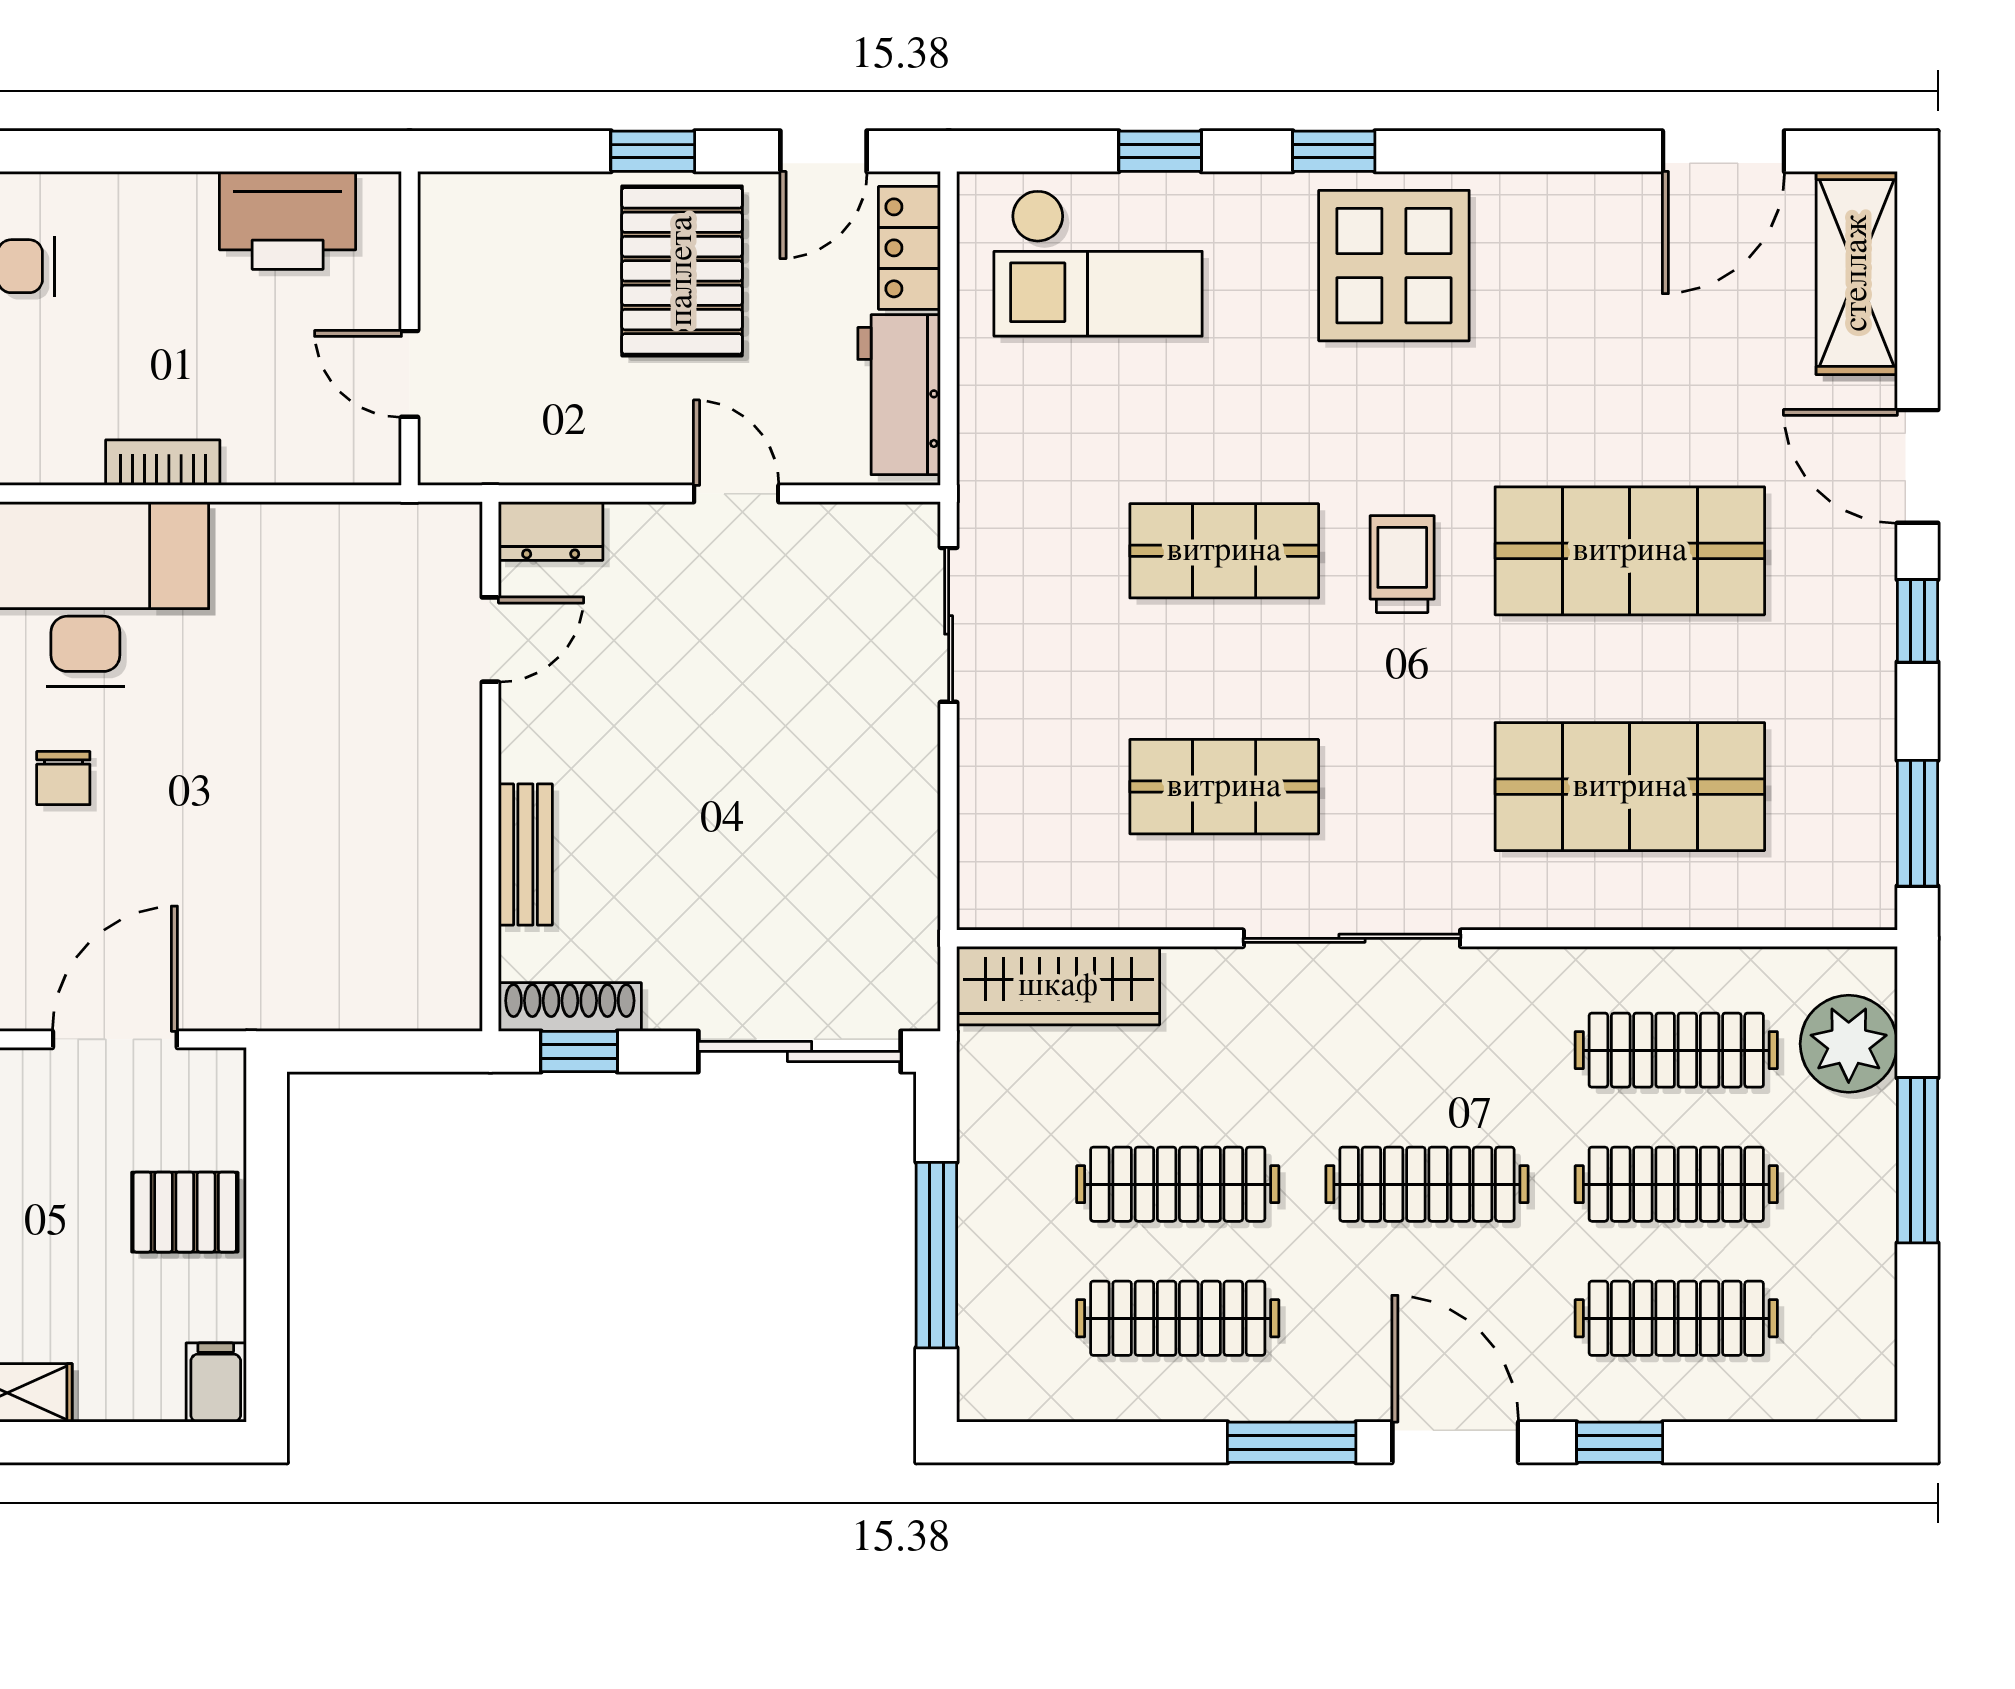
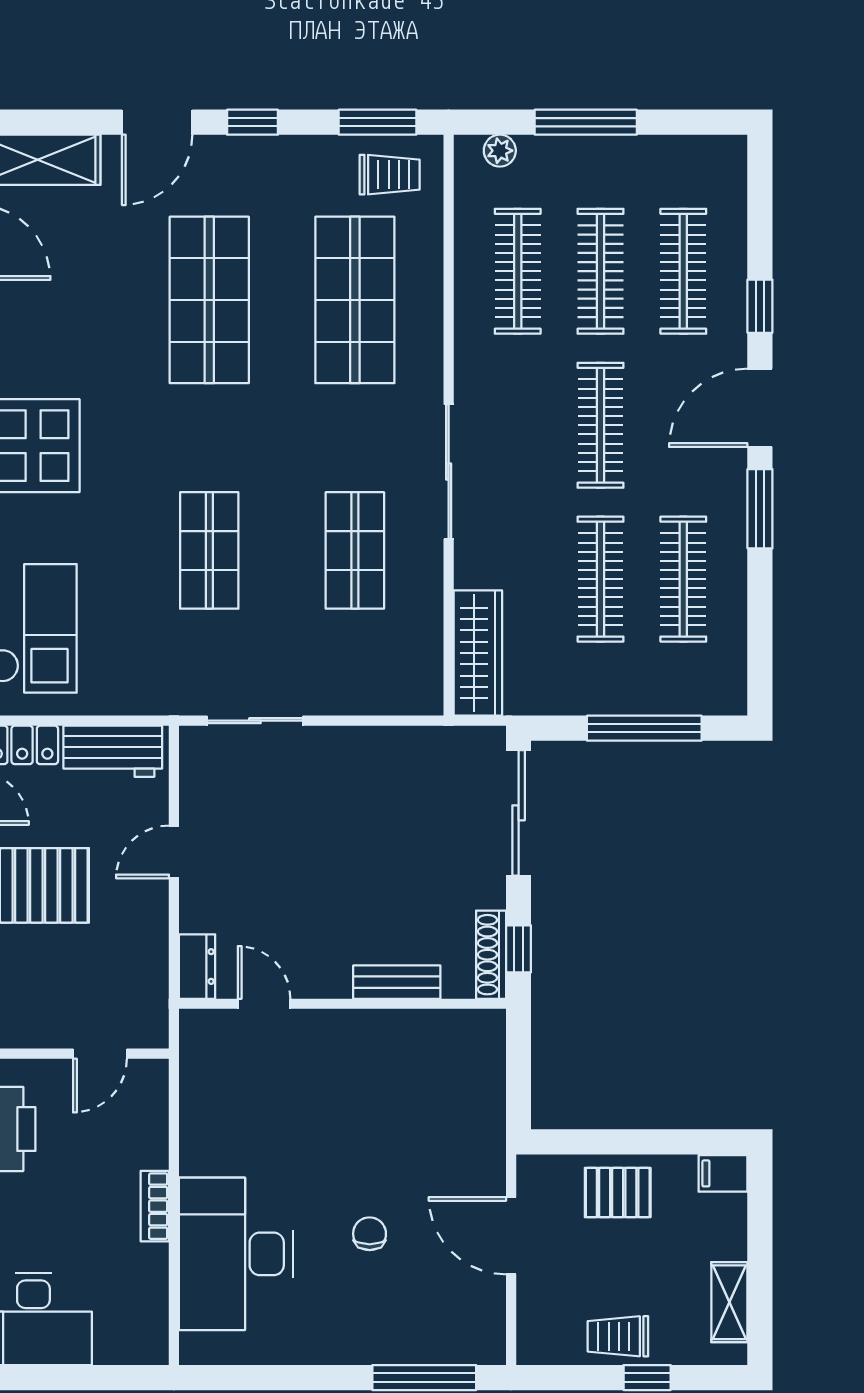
trolley: (1402, 564) -> (390, 175), moved, turned 180
chair: (63, 778) -> (370, 1234), moved, turned -90
plant: (1849, 1044) -> (500, 151), width x0.53, depth x0.53
pallet: (185, 1212) -> (618, 1193), turned 90

